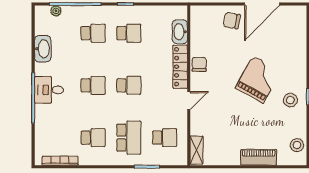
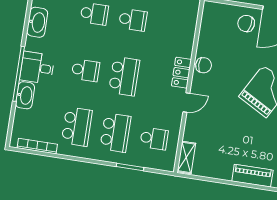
washbasin: (180, 32) -> (25, 95), moved, turned 180
chair: (199, 64) -> (204, 65), turned 90
locker: (180, 67) -> (181, 73), width x0.66
school desk: (129, 85) -> (124, 76), width x1.85
school desk: (93, 138) -> (77, 127), width x1.85

